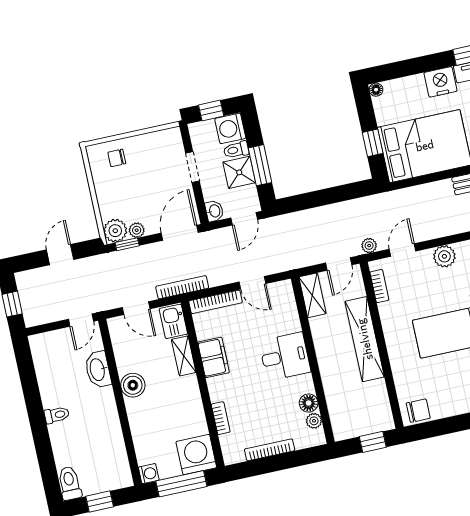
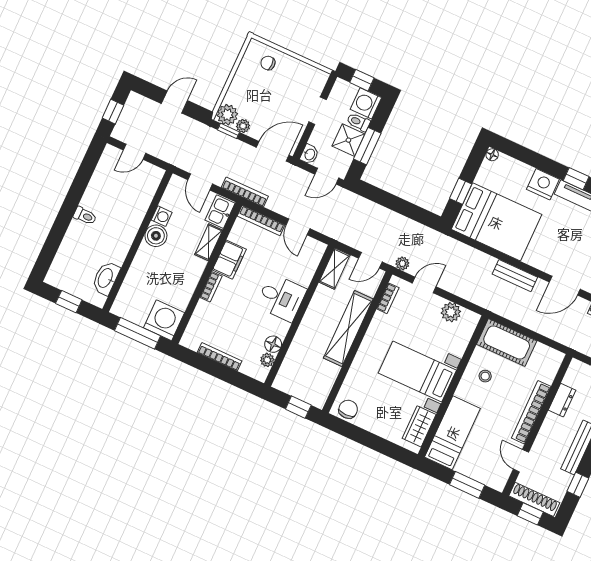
door: (81, 320) -> (135, 152), moved
washbasin: (98, 370) -> (106, 278), moved
chair: (418, 411) -> (348, 409), turned -90
bookcase: (221, 418) -> (211, 287), moved
washing machine: (149, 474) -> (162, 216), moved
toilet: (70, 483) -> (57, 272), removed

